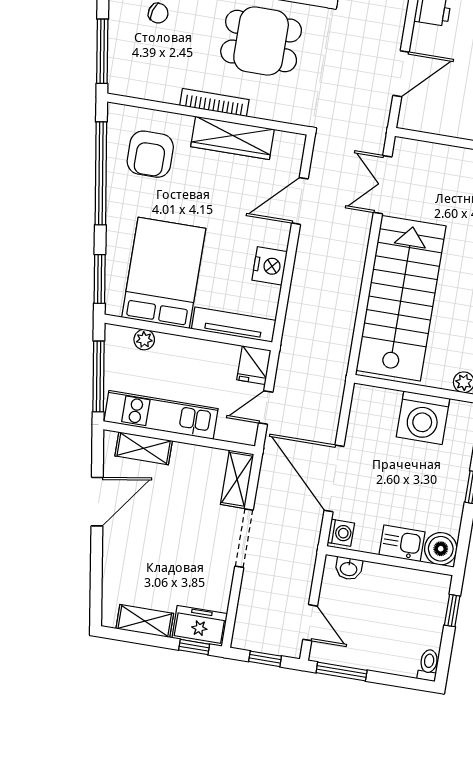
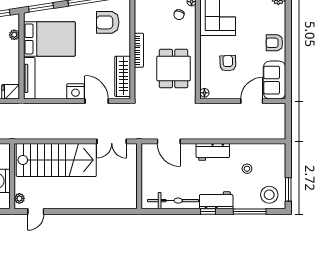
wardrobe: (232, 138) -> (123, 76), moved
double door: (383, 185) -> (112, 141), swing flipped
nightstand: (270, 266) -> (75, 91), moved

